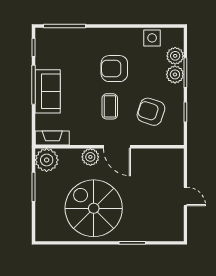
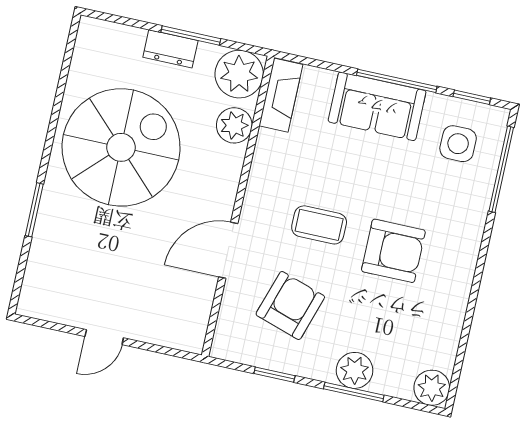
side table: (152, 38) -> (458, 144), moved
plant: (175, 56) -> (432, 388), moved
armchair: (114, 69) -> (393, 251), turned 90
door: (117, 147) -> (228, 250), moved
plant: (90, 157) -> (234, 125), moved
dresser: (42, 195) -> (170, 49), added

